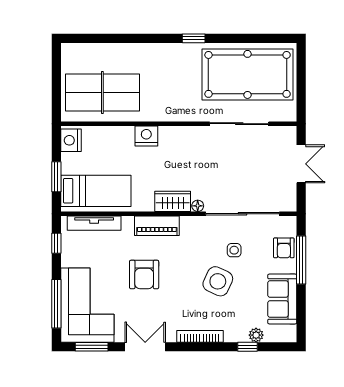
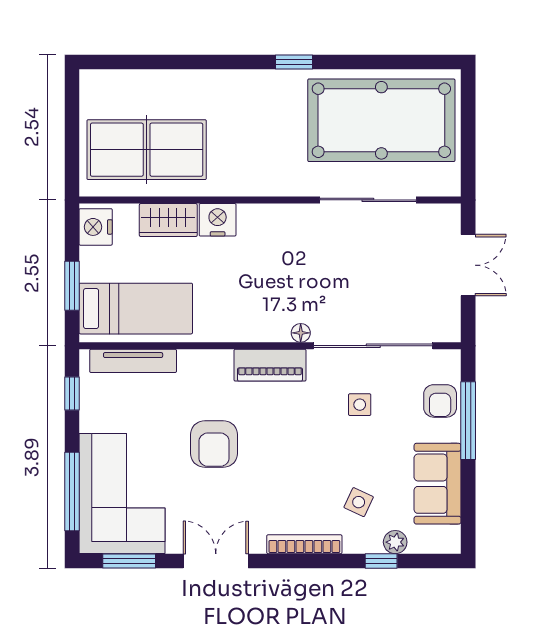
wardrobe: (173, 201) -> (168, 220), moved, turned 180
piano: (157, 226) -> (270, 365), moved
side table: (218, 281) -> (359, 502), moved, width x0.54, depth x0.54

